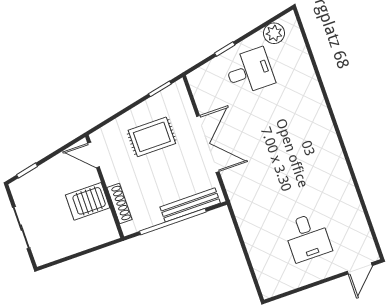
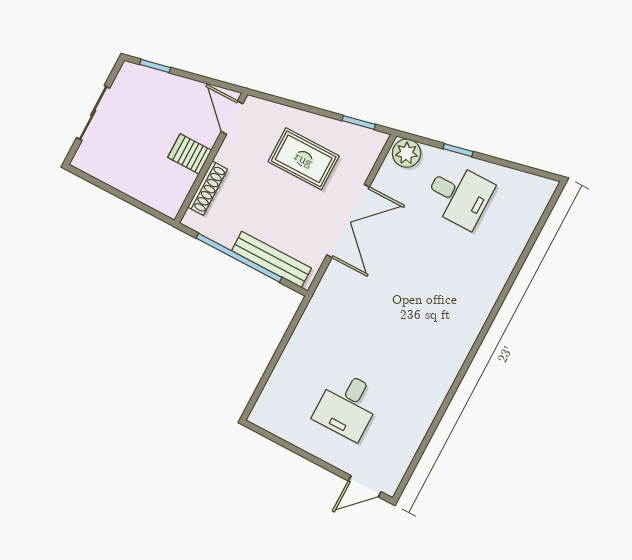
plant: (274, 33) -> (407, 153), moved
server rack: (88, 201) -> (190, 154), width x0.73, depth x0.70

